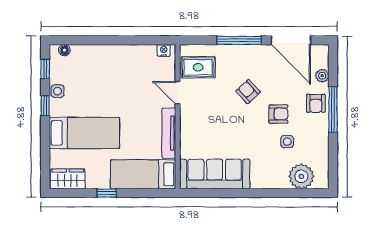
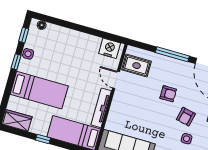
nightstand: (164, 50) -> (110, 48), width x1.89, depth x1.79
armchair: (248, 92) -> (168, 94), turned 133
armchair: (278, 114) -> (186, 117), turned 103

